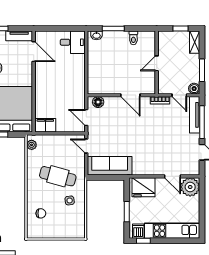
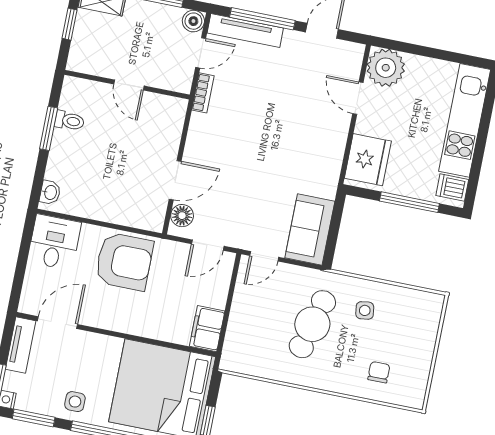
window: (113, 28) -> (49, 128), moved
armchair: (70, 78) -> (124, 261), added
door: (130, 95) -> (175, 180), moved
plant: (32, 145) -> (240, 363), removed
sofa: (110, 166) -> (310, 230), width x0.73
door: (173, 176) -> (358, 98), swing flipped
window: (127, 212) -> (409, 202), width x1.44
window: (143, 241) -> (473, 181), removed

